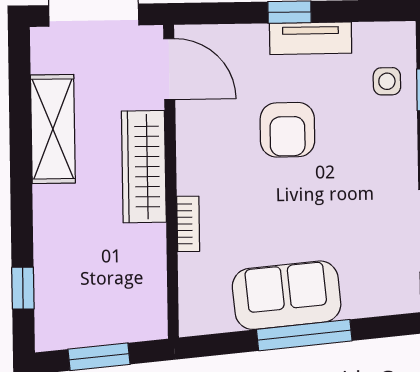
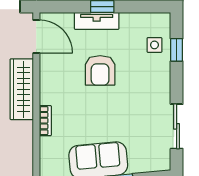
tv unit: (311, 38) -> (97, 21), moved

